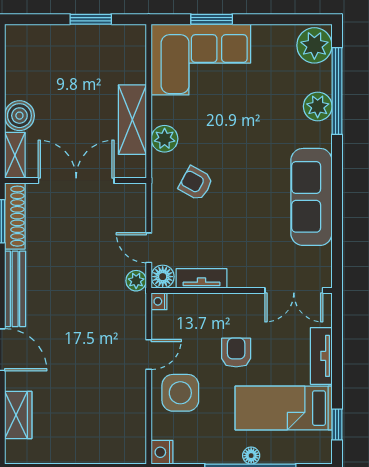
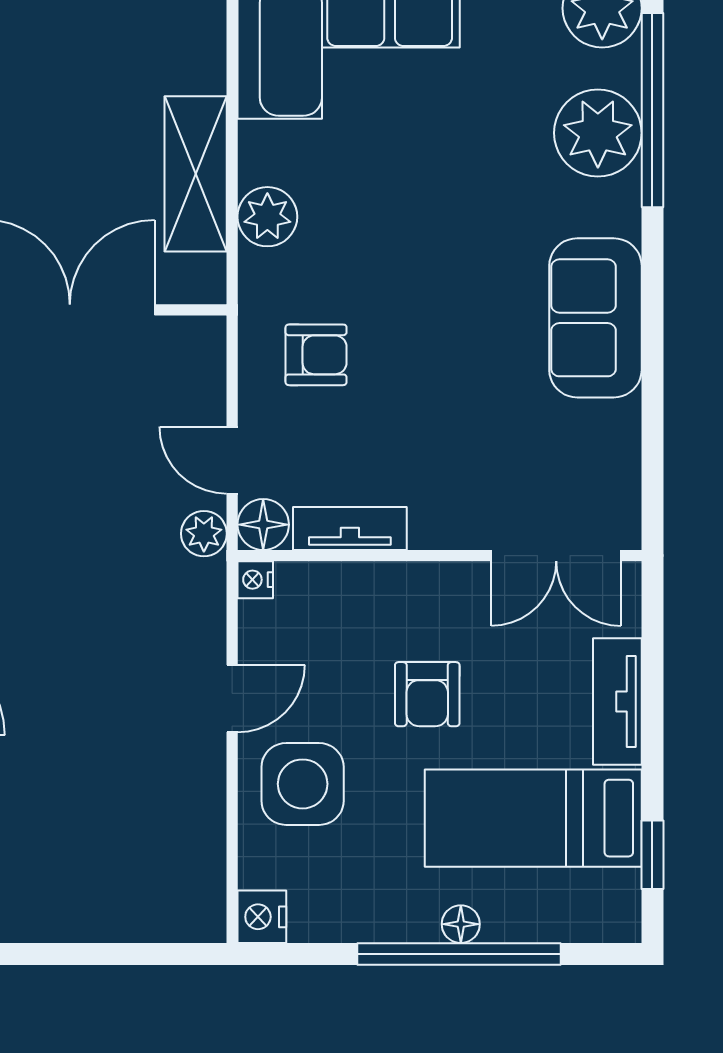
plant: (318, 106) -> (598, 133), width x1.36, depth x1.36
armchair: (196, 183) -> (316, 355), moved, turned 151
sofa: (311, 197) -> (595, 318), width x0.73
armchair: (236, 353) -> (427, 694), turned 180

